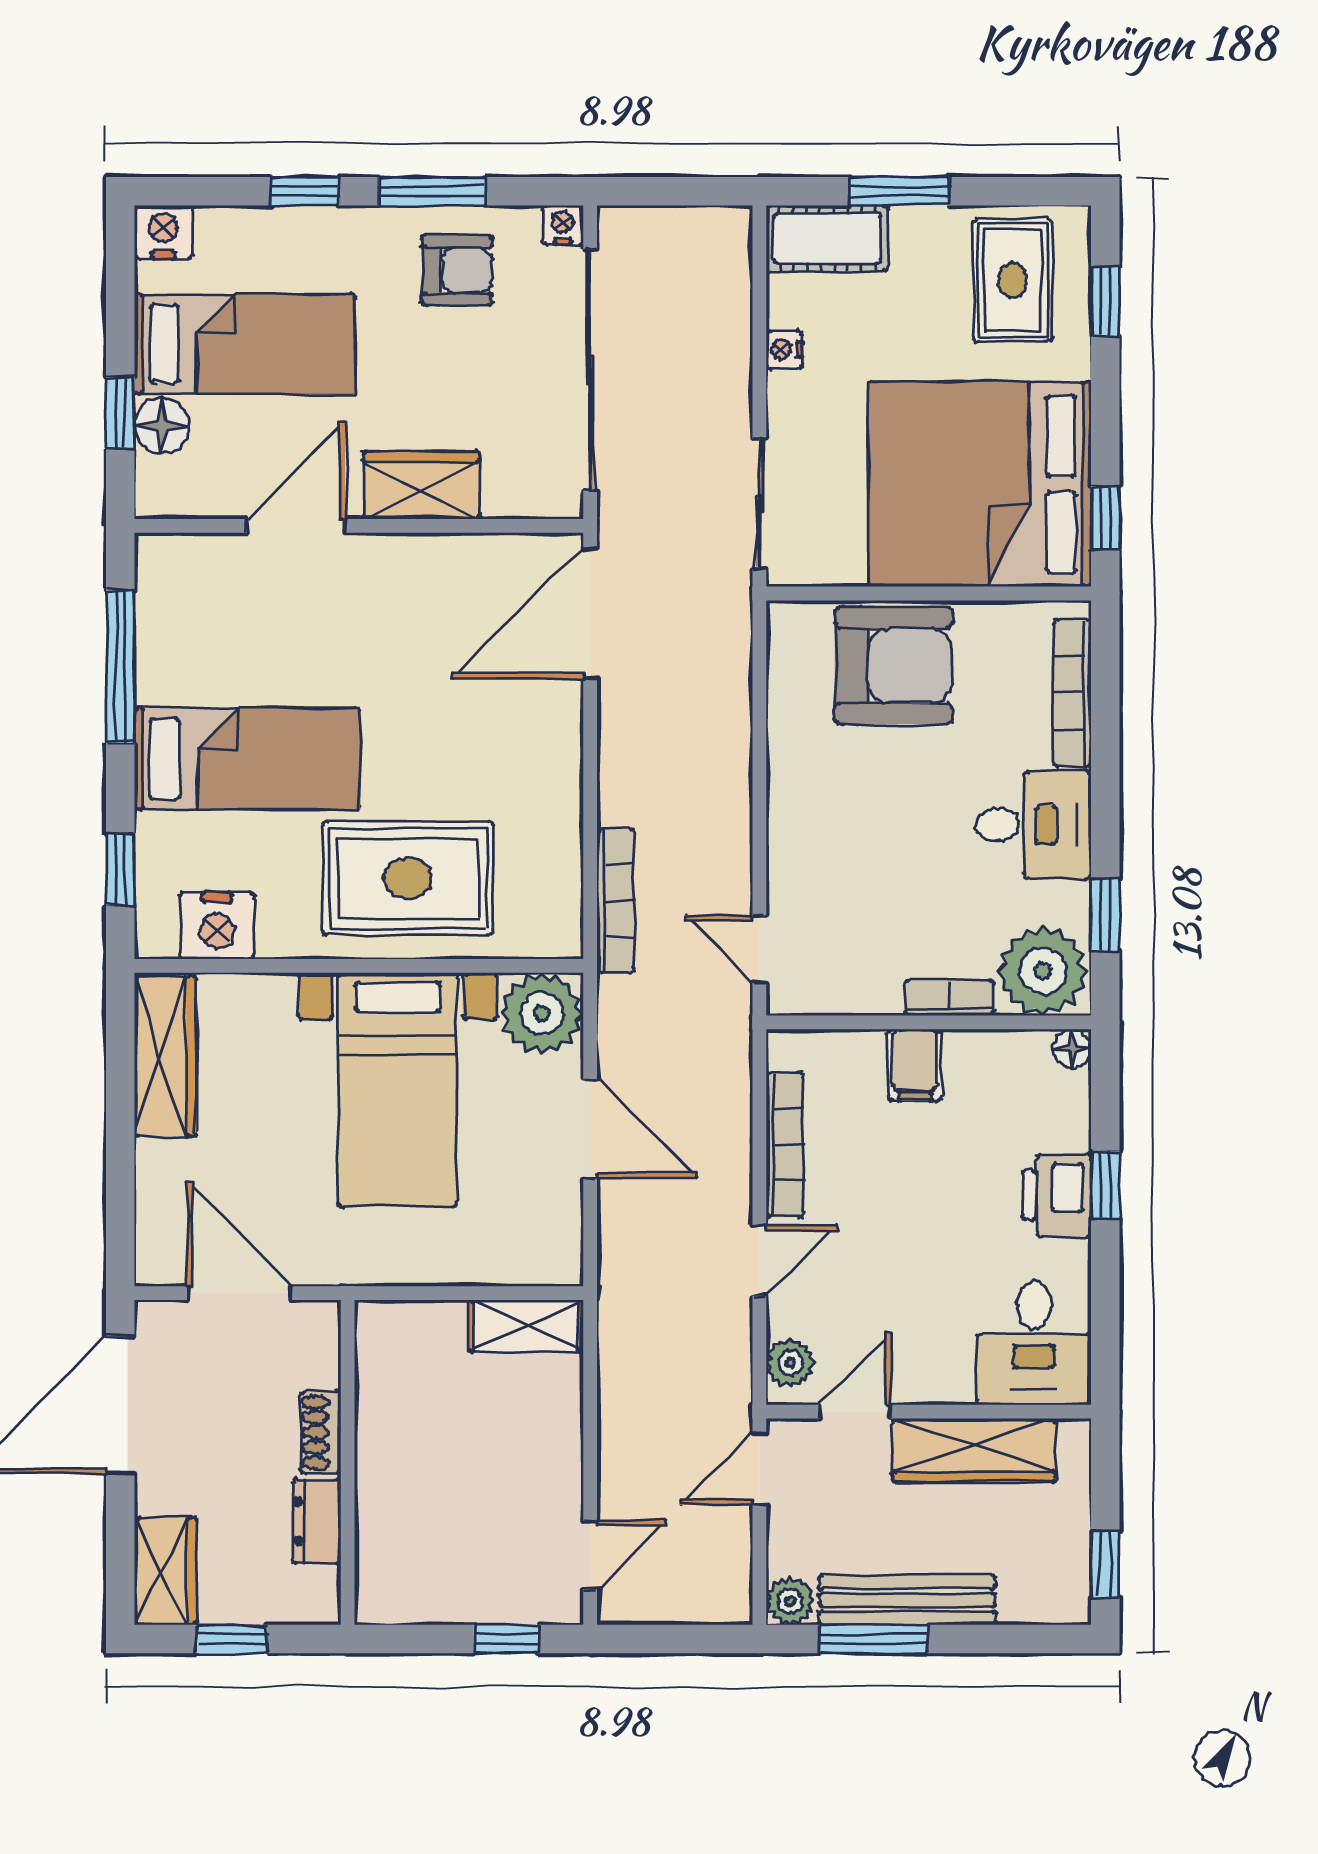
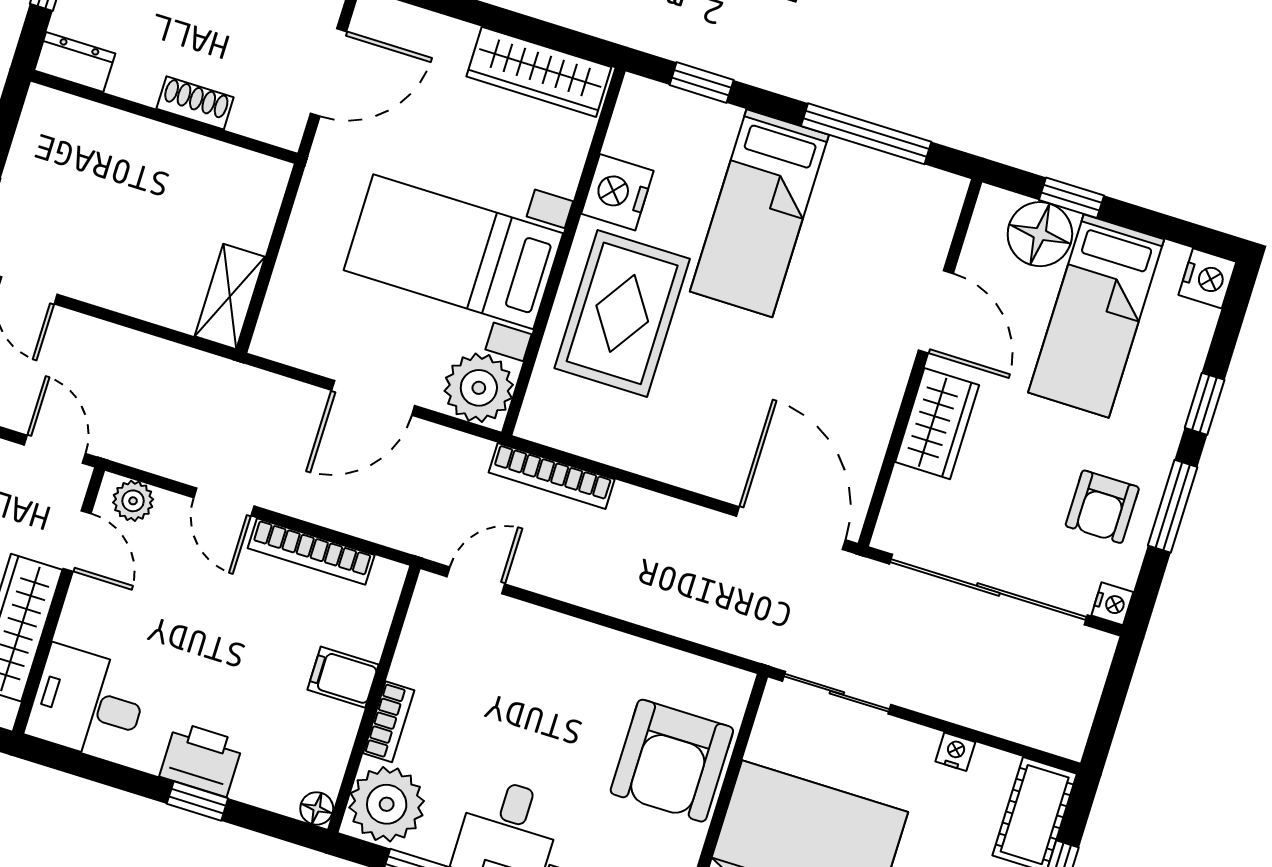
floor lamp: (162, 426) -> (1040, 234), width x1.38, depth x1.38
nightstand: (217, 926) -> (617, 192), moved
dresser: (317, 1521) -> (75, 62), moved

